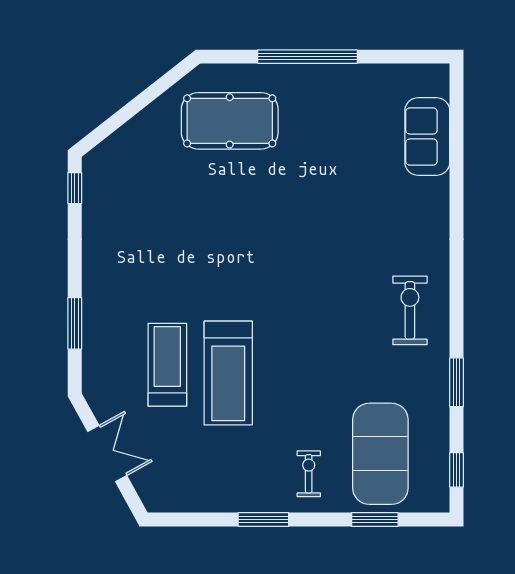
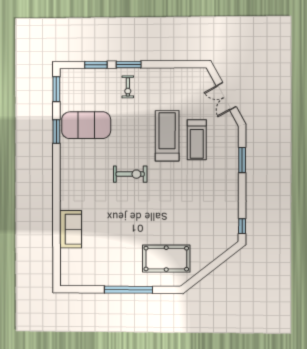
sofa: (427, 136) -> (71, 229), moved
exercise bike: (410, 310) -> (130, 174), moved, turned -90
exercise mat: (380, 454) -> (86, 125), moved, turned 90
window: (457, 470) -> (56, 89), width x1.50
window: (263, 519) -> (129, 65), moved

